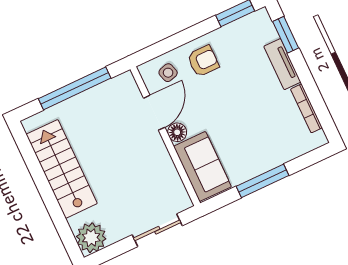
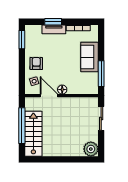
window: (286, 35) -> (53, 22), moved
sofa: (202, 166) -> (90, 57), moved, turned -90
stairs: (62, 169) -> (33, 134), moved, turned 90
window: (263, 181) -> (101, 74), moved

